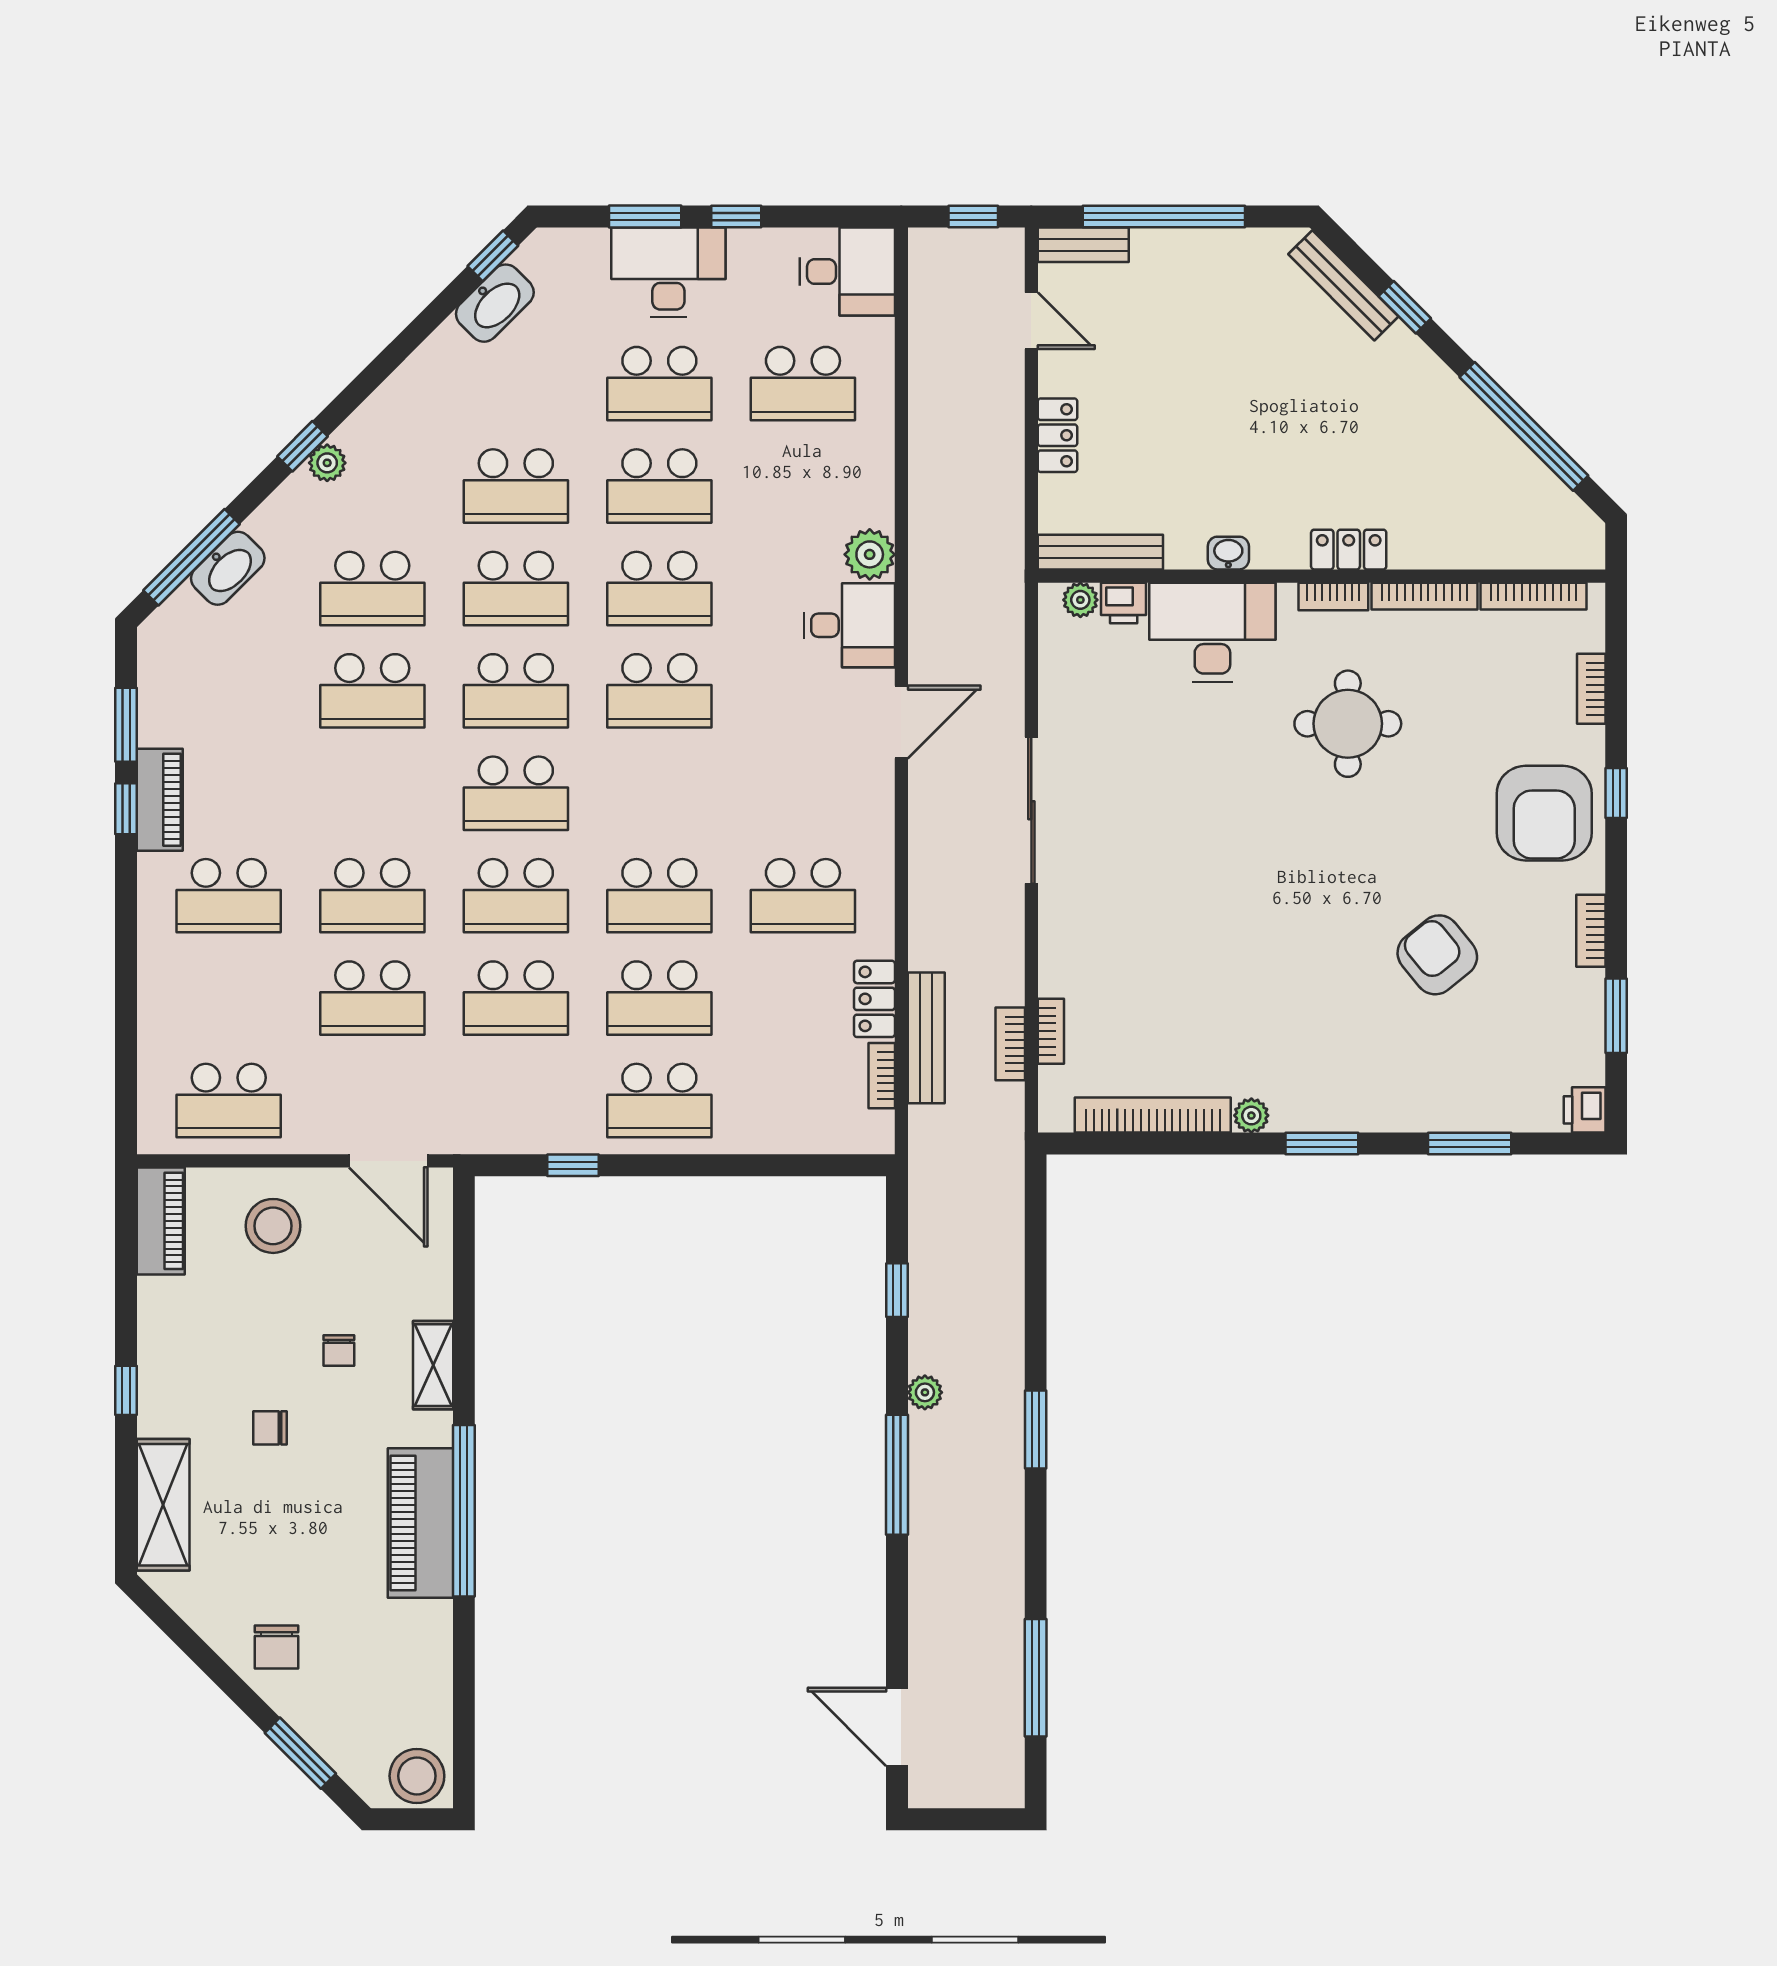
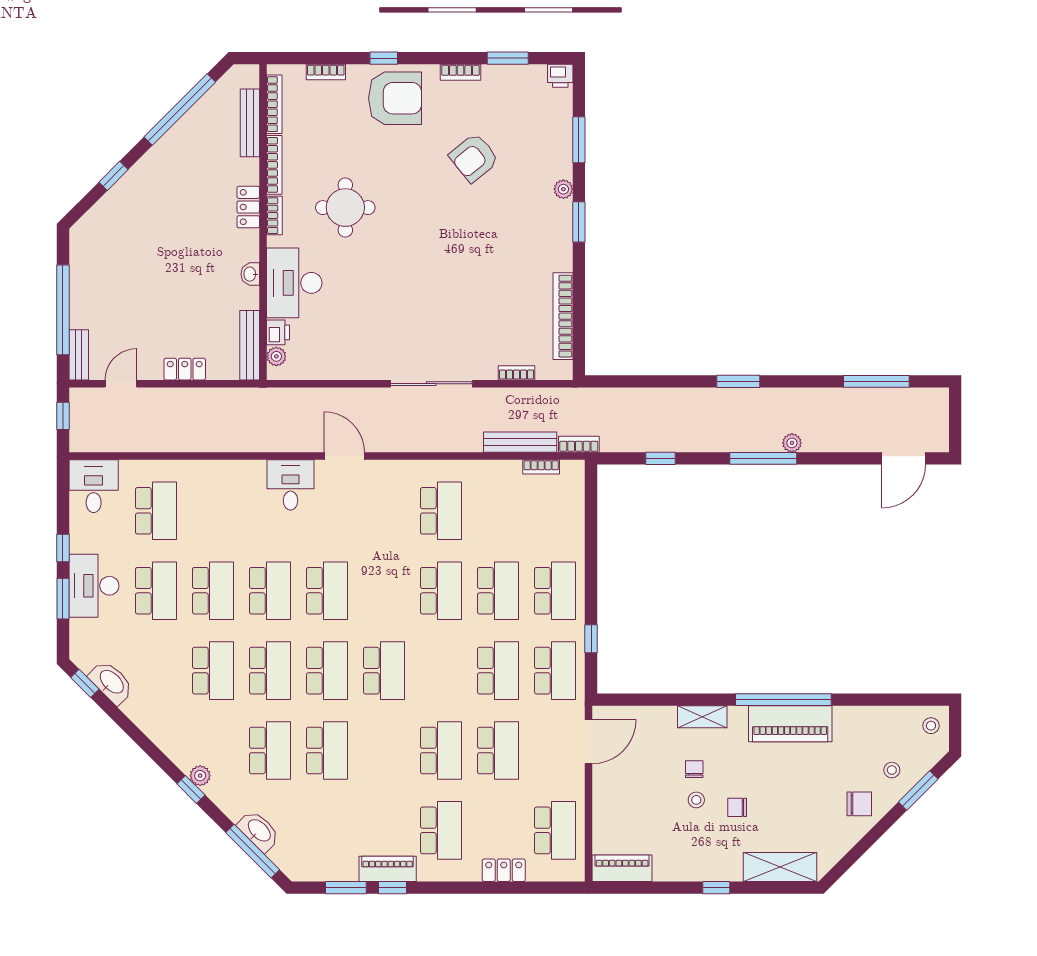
bench: (1343, 285) -> (250, 123), moved, turned -45
plant: (870, 554) -> (251, 474), removed
sliding door: (1031, 810) -> (431, 384), moved
school desk: (516, 896) -> (555, 671), moved
locker: (874, 999) -> (504, 870), moved, turned 180
bookcase: (1010, 1044) -> (579, 444), moved, turned 180
plant: (1251, 1116) -> (563, 189), moved
stool: (273, 1226) -> (696, 800), moved, width x0.53, depth x0.53
chair: (339, 1351) -> (694, 769), turned -90
plant: (925, 1392) -> (792, 443), moved
chair: (270, 1428) -> (737, 807), turned 90
stool: (337, 1706) -> (892, 770), added
stool: (417, 1776) -> (931, 726), width x0.53, depth x0.53

